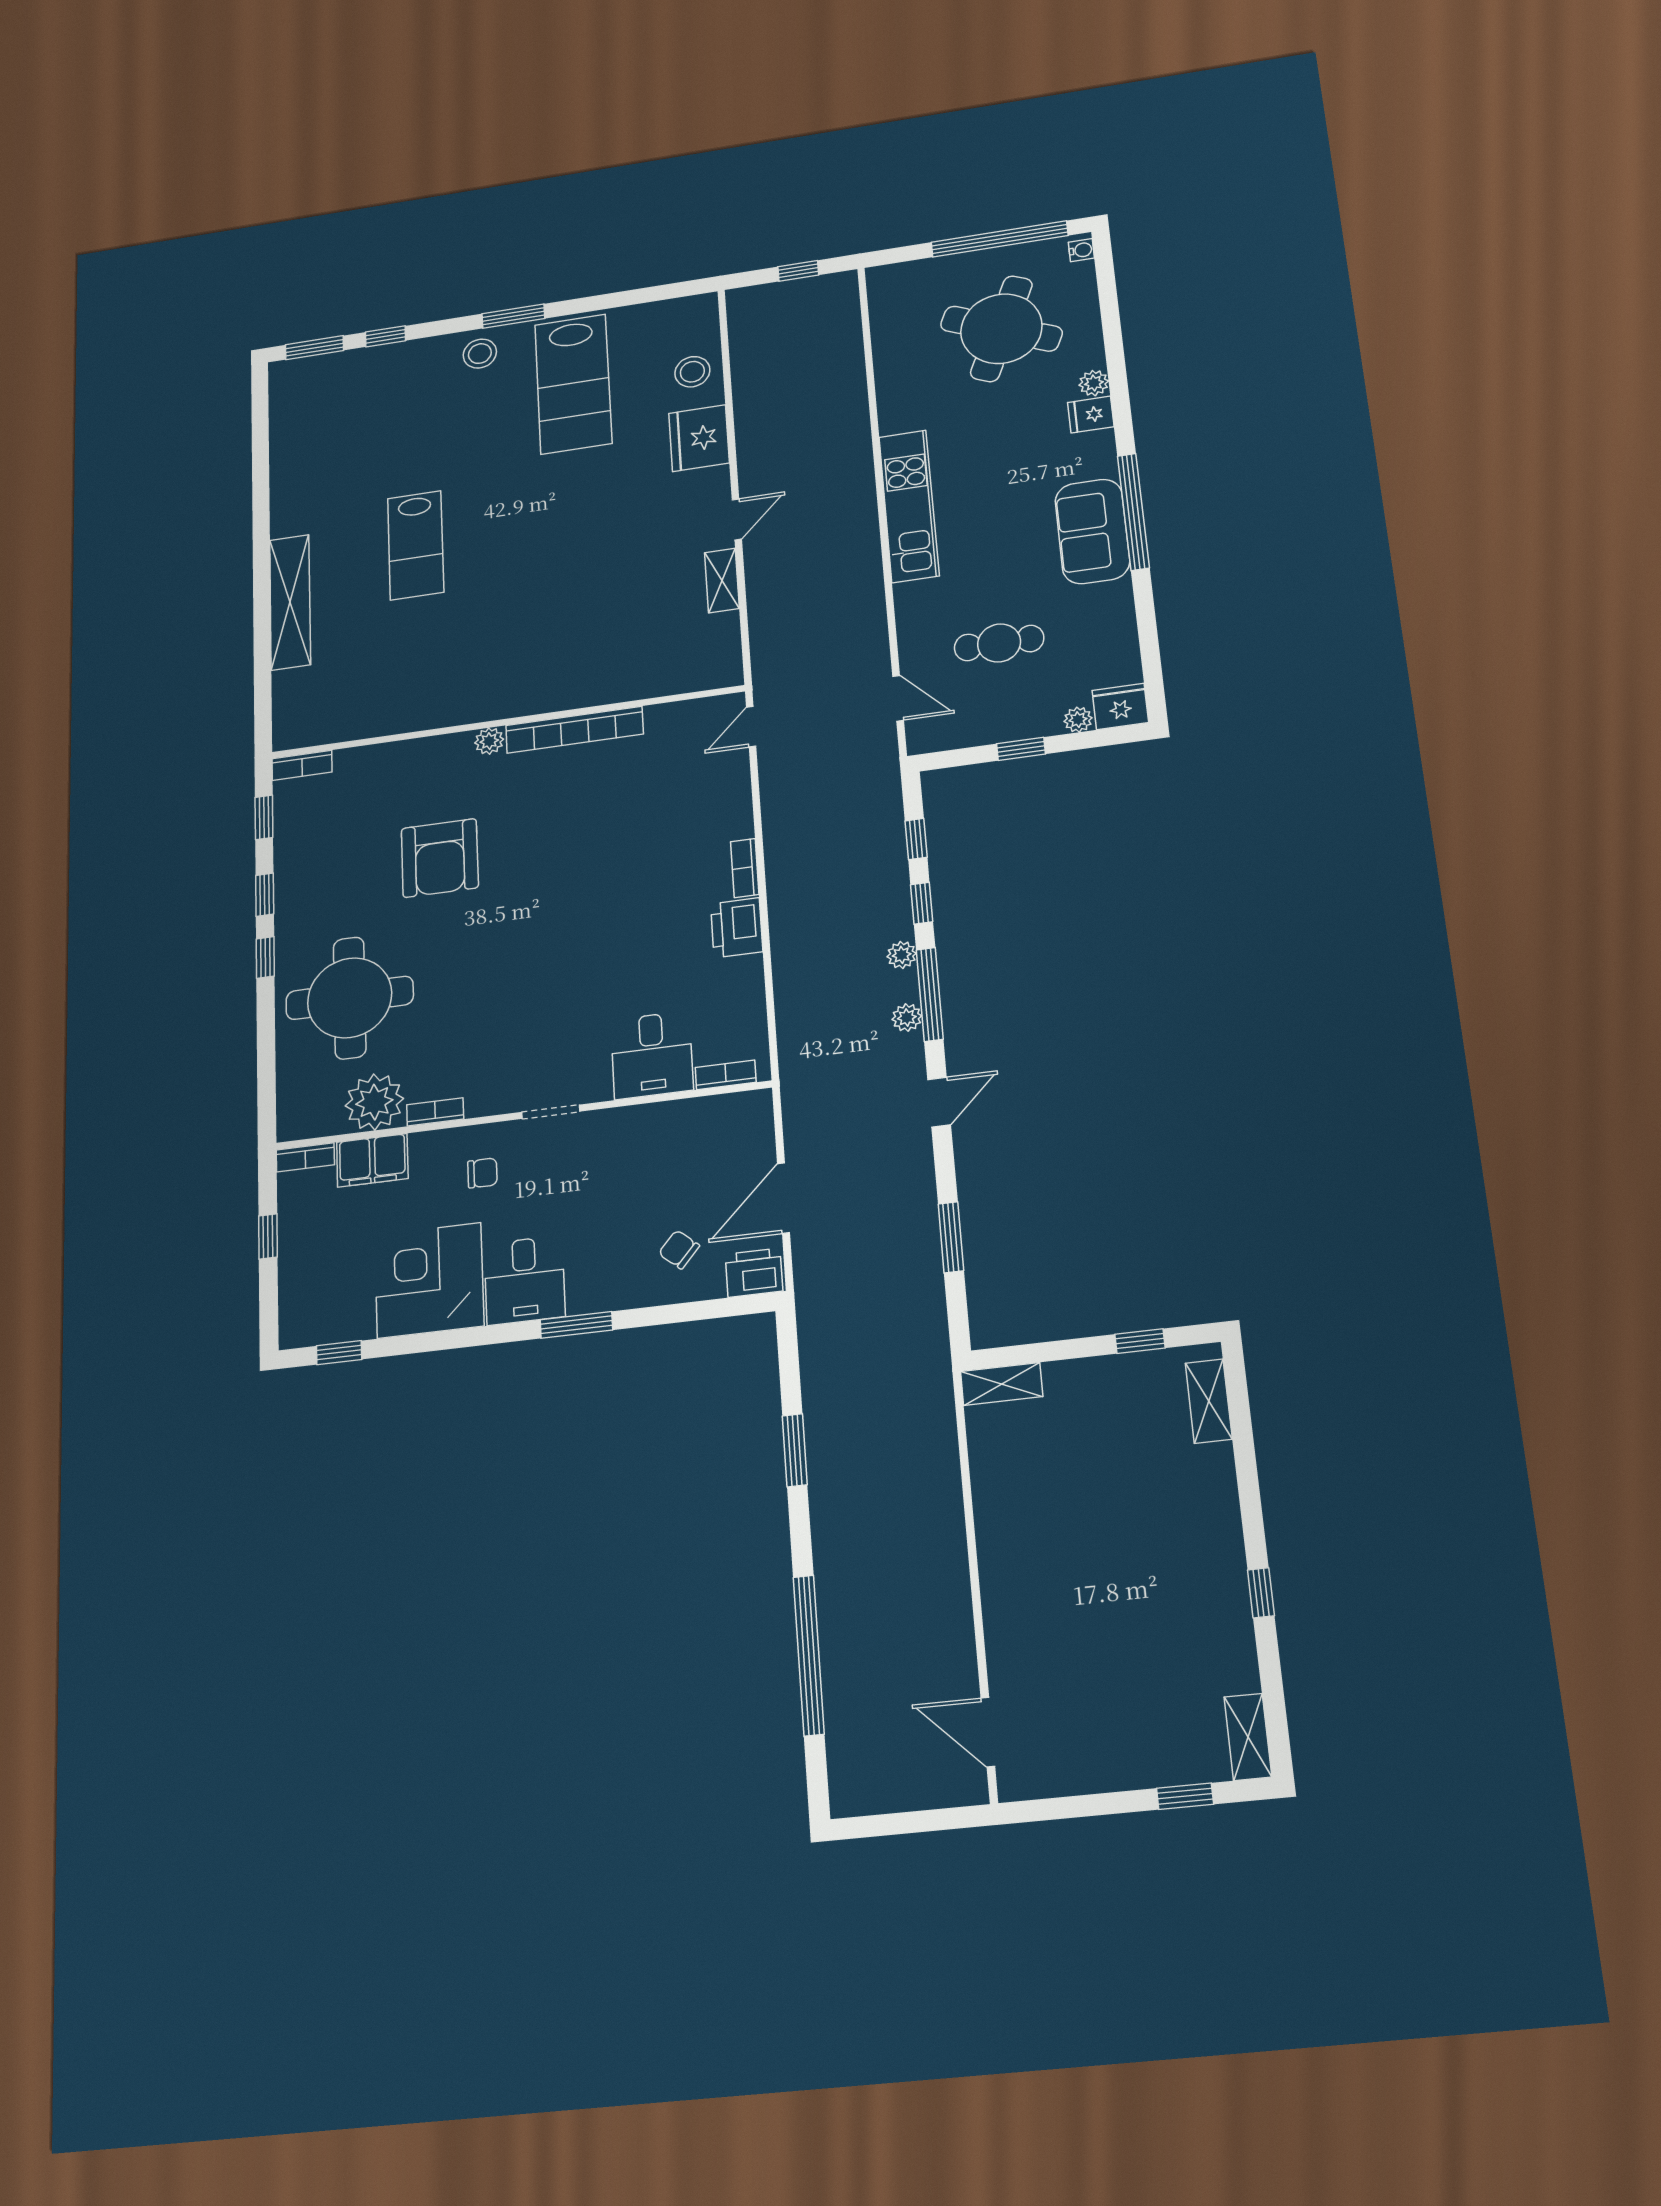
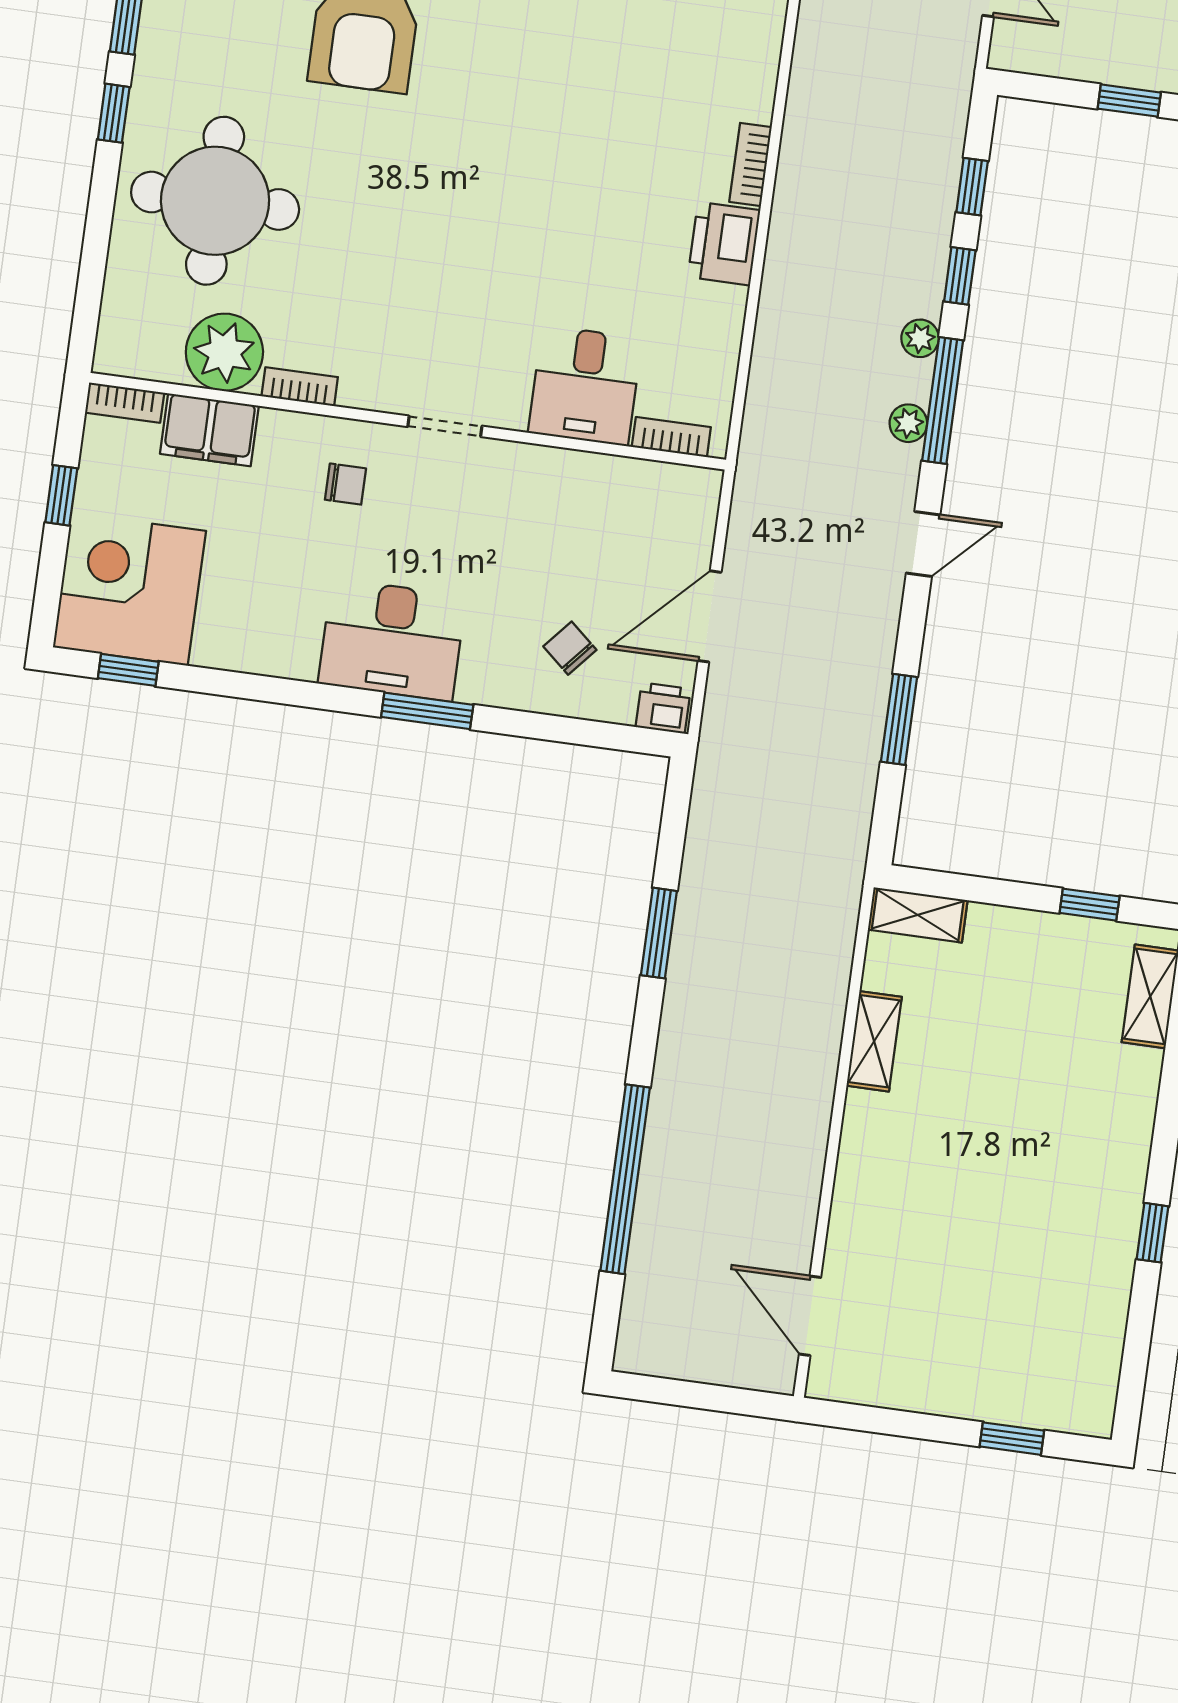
printer: (754, 1273) -> (663, 708), width x0.73, depth x0.81
corner desk: (429, 1280) -> (129, 589), moved
desk: (525, 1280) -> (392, 640), width x1.37
shelving: (1248, 1737) -> (874, 1041), moved

